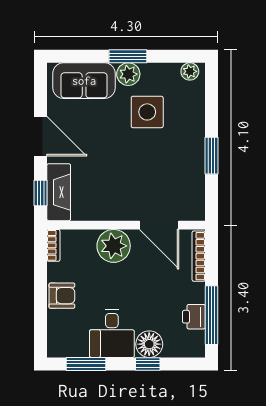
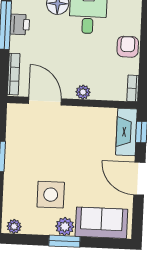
plant: (114, 246) -> (83, 92), width x0.53, depth x0.53
armchair: (62, 296) -> (128, 47), turned 90

